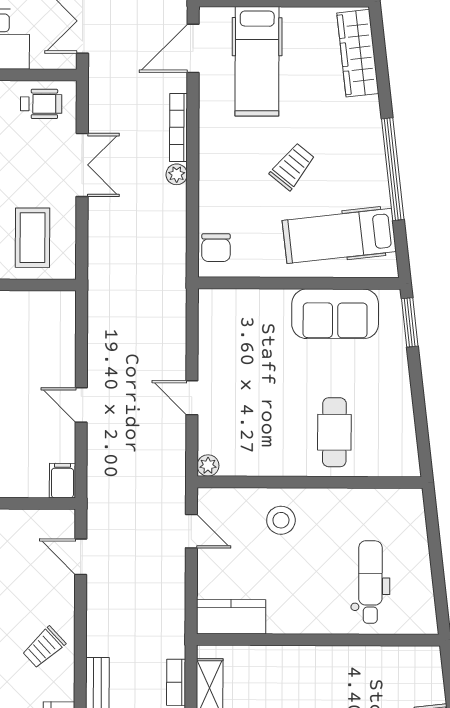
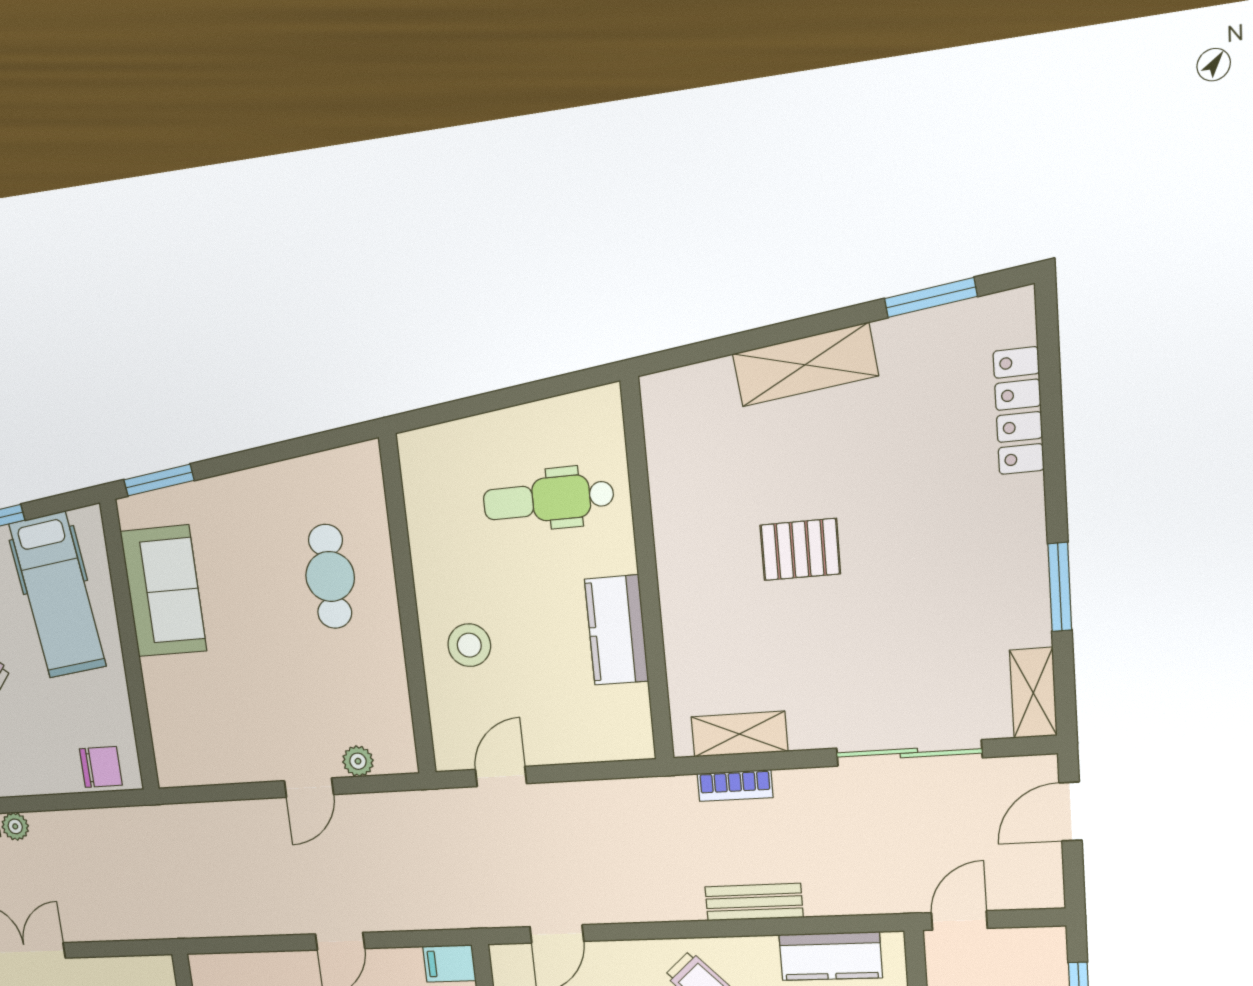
cafe table: (334, 432) -> (330, 576), turned 90
plant: (208, 465) -> (358, 761), moved
kitchen counter: (231, 617) -> (617, 630), moved

